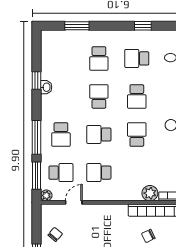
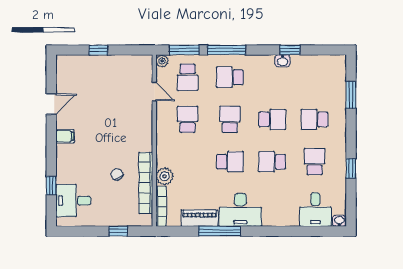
chair: (55, 234) -> (119, 71), removed

